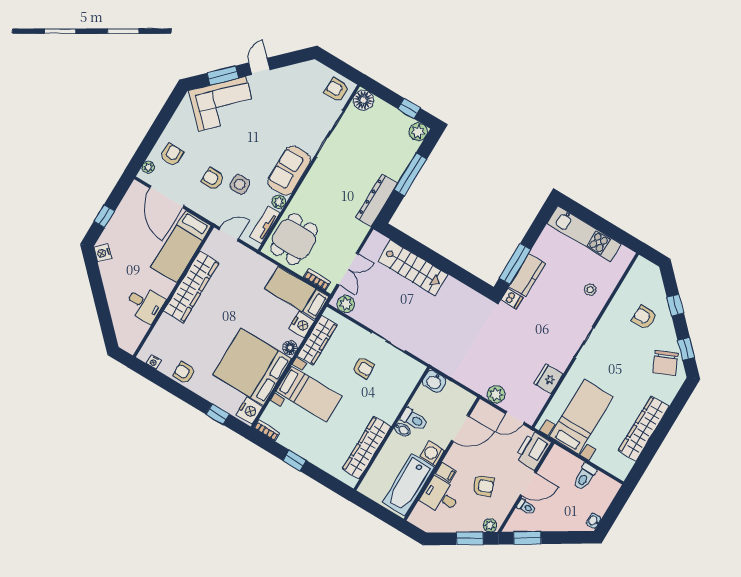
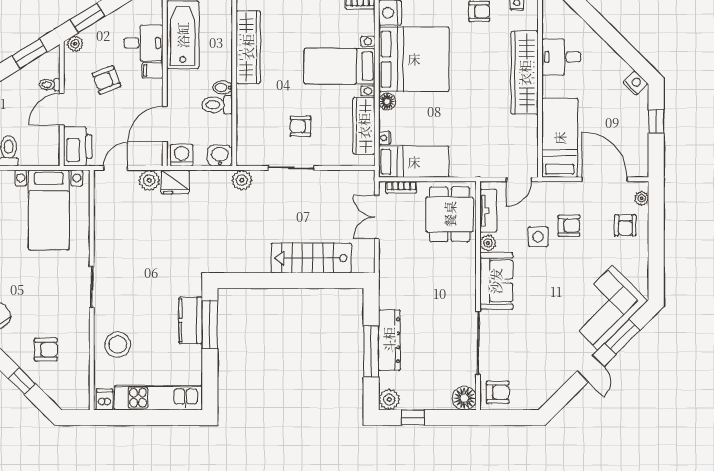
dresser: (377, 200) -> (389, 340), moved
wardrobe: (191, 287) -> (525, 73), moved
stool: (590, 290) -> (118, 345), width x1.89, depth x1.89
dishwasher: (512, 299) -> (105, 399), moved, turned 90
plant: (346, 304) -> (242, 180), moved
nightstand: (302, 325) -> (385, 138), width x0.53, depth x0.56
fridge: (548, 379) -> (175, 182), moved, turned 90
washing machine: (432, 453) -> (182, 155), moved, turned -90

